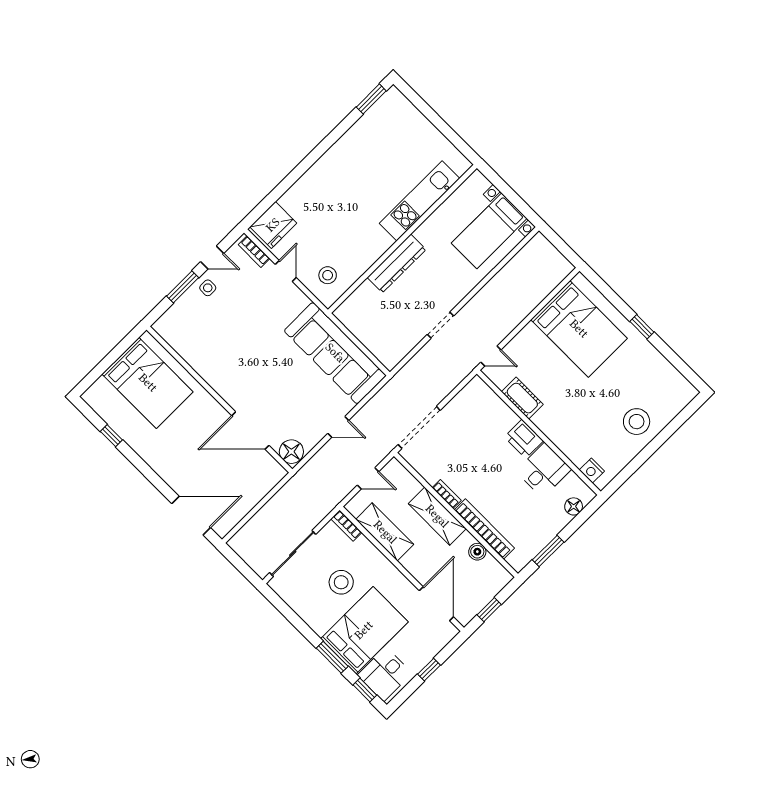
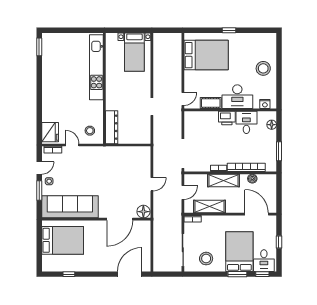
kitchen unit: (420, 201) -> (96, 67), width x1.36
dresser: (397, 263) -> (112, 127), moved
sofa: (335, 353) -> (70, 207), moved, turned 180
desk: (565, 425) -> (237, 97), added
stool: (341, 582) -> (206, 259), moved
window: (489, 610) -> (279, 196), removed

